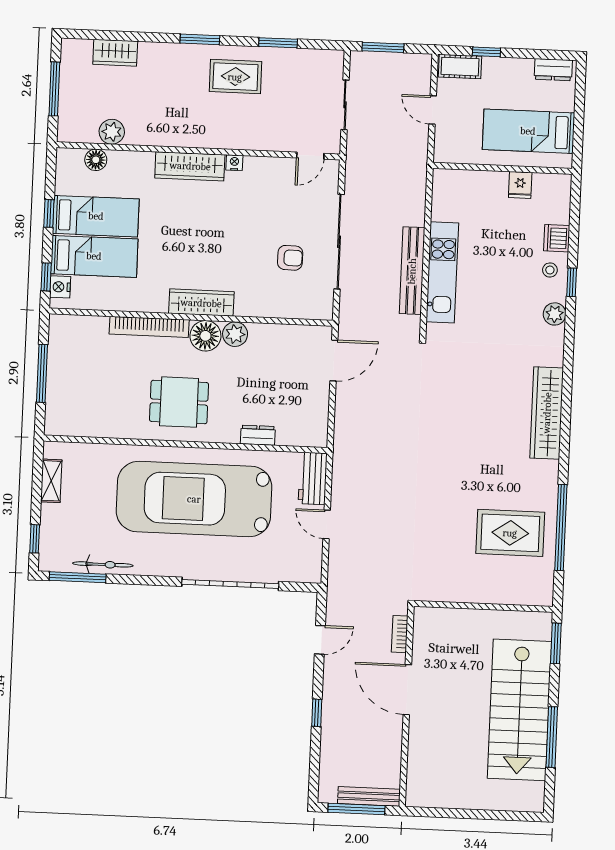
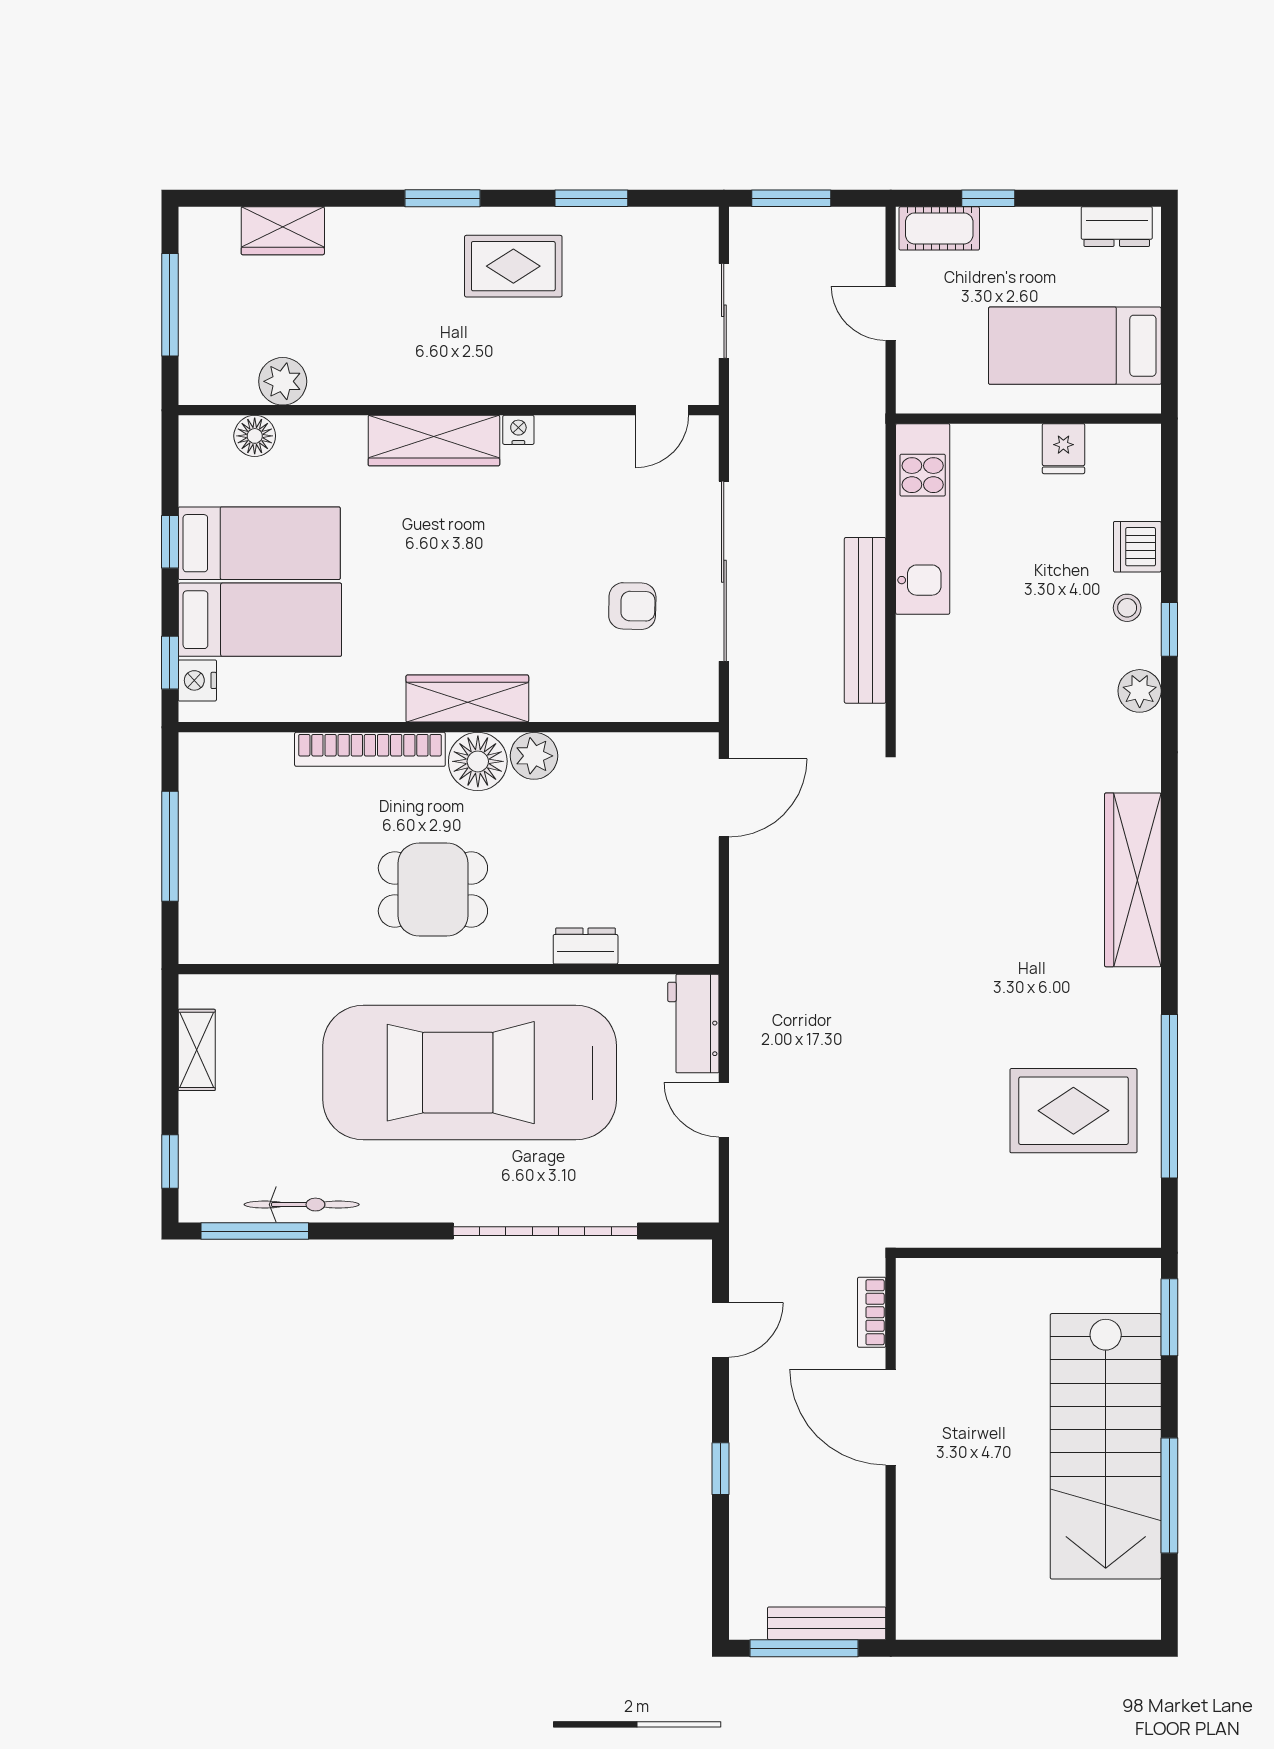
kitchen unit: (442, 272) -> (923, 519), moved

